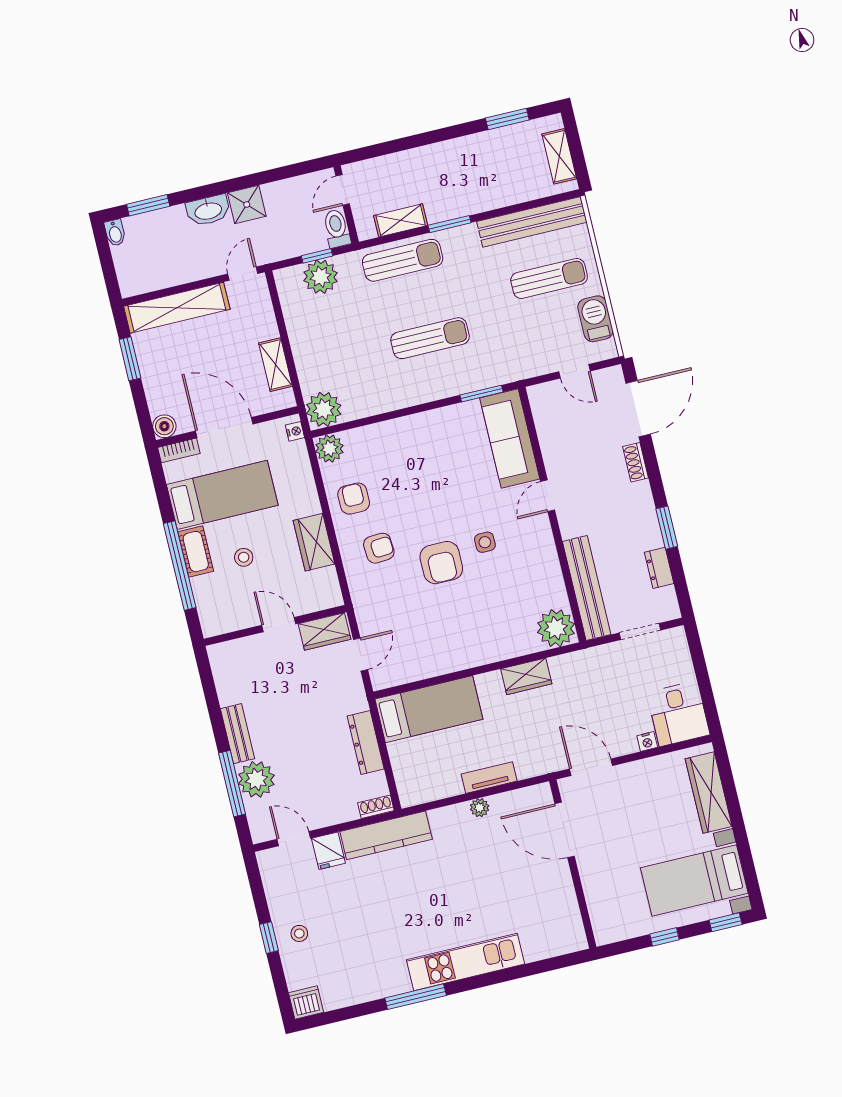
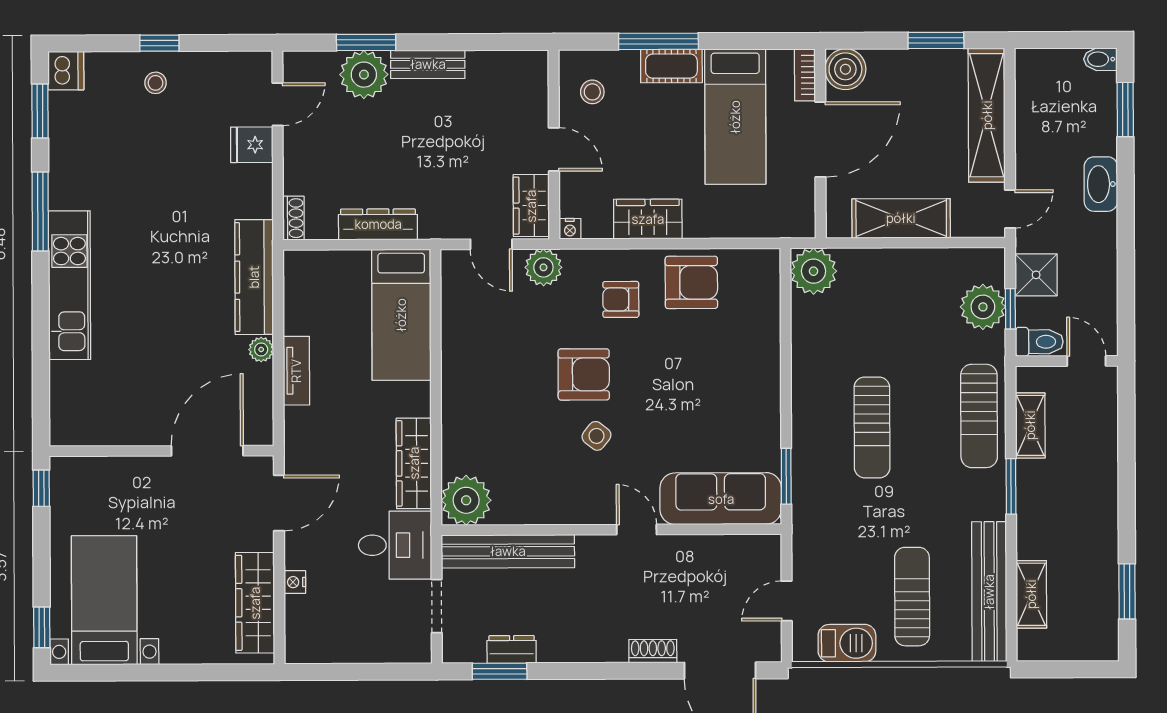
shelving: (559, 156) -> (1031, 594), moved, turned 90
shower: (247, 204) -> (1036, 275), moved
door: (243, 274) -> (1010, 209), hinge flipped
sun lounger: (549, 278) -> (912, 597), turned 180
shelving: (275, 365) -> (901, 218), width x1.50, depth x1.33
boiler: (164, 426) -> (845, 69), width x1.36, depth x1.36
nightstand: (295, 431) -> (570, 229), moved
plant: (329, 449) -> (543, 267), moved
armchair: (354, 499) -> (691, 282), width x1.38, depth x1.38
window: (667, 528) -> (500, 671), moved
side table: (485, 542) -> (596, 436), turned 38
armchair: (379, 548) -> (621, 299), turned 94
stool: (244, 557) -> (592, 92), moved
armchair: (441, 563) -> (584, 374), turned 180
window: (180, 566) -> (658, 41), width x0.68
door: (279, 625) -> (554, 149), hinge flipped
wardrobe: (526, 676) -> (414, 463), width x1.50
desk: (678, 714) -> (395, 545), moved, turned 180
window: (232, 784) -> (366, 42), width x0.69
wardrobe: (709, 793) -> (255, 603), moved, turned -90
kitchen counter: (386, 835) -> (254, 277), moved
window: (664, 937) -> (41, 488), moved
window: (341, 1015) -> (40, 111), added

